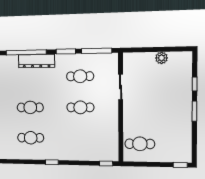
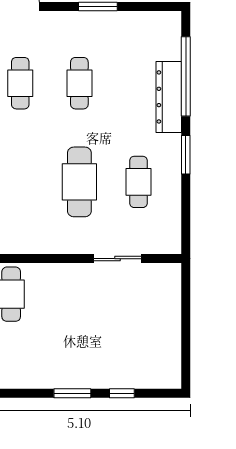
window: (97, 51) -> (186, 214), removed
plant: (162, 58) -> (170, 334), removed
cafe table: (80, 107) -> (79, 182), width x1.37, depth x1.35

